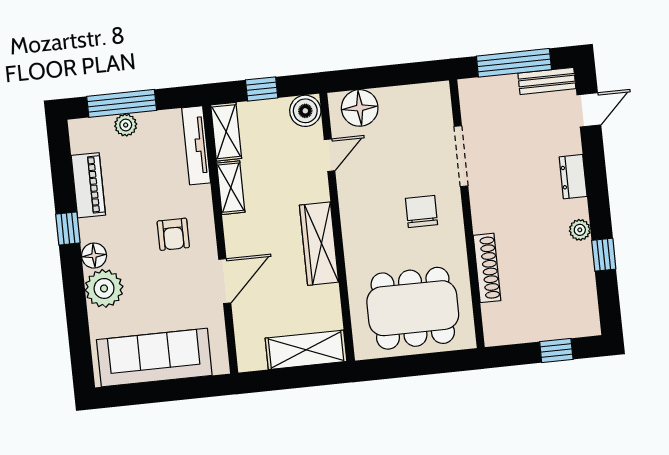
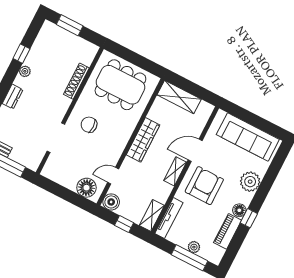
shelving: (231, 188) -> (175, 171), moved
chair: (422, 211) -> (89, 125), turned 90
armchair: (173, 234) -> (204, 186), width x1.88, depth x1.88
floor lamp: (94, 256) -> (239, 210), moved
window: (556, 351) -> (70, 25), width x1.50

